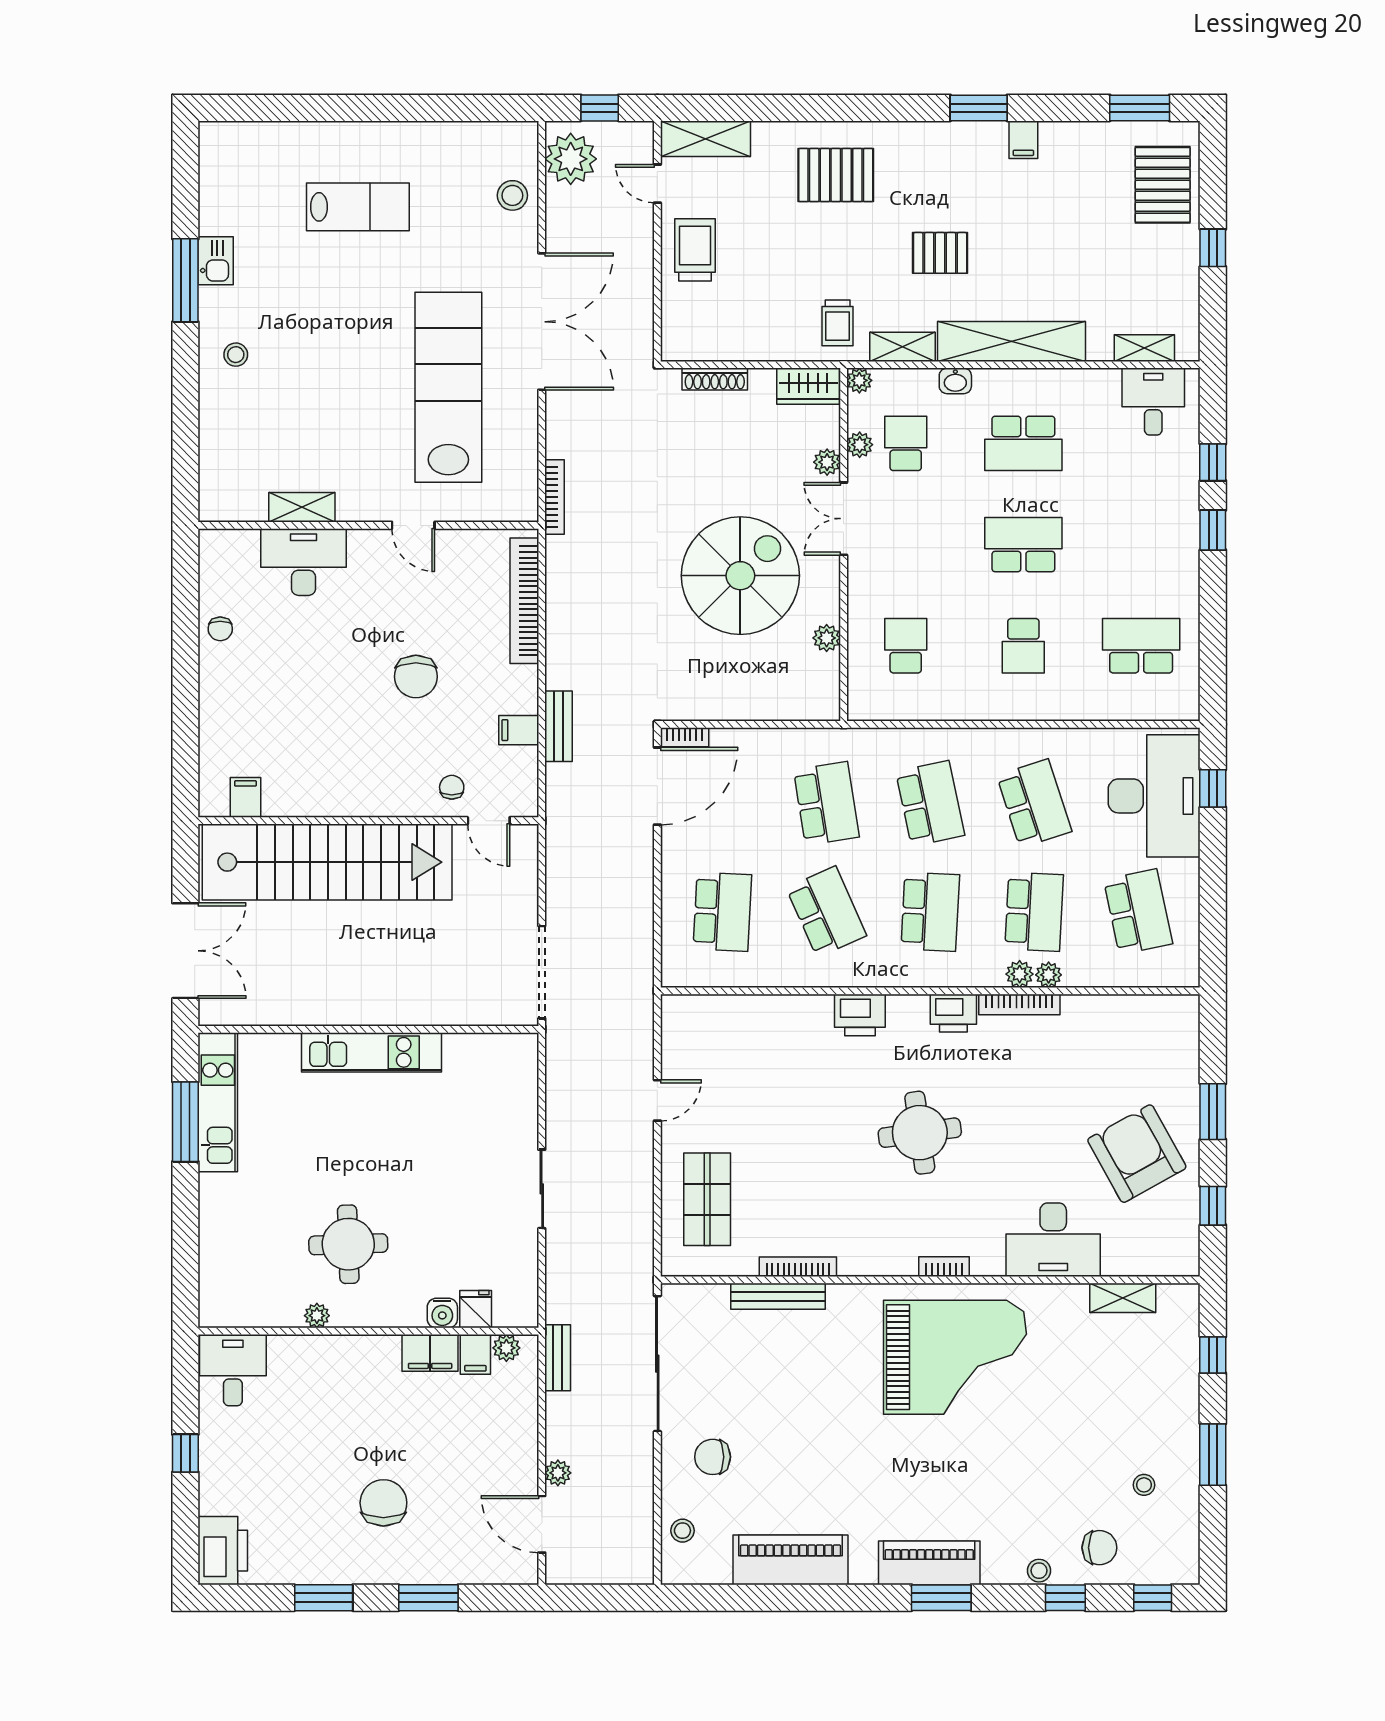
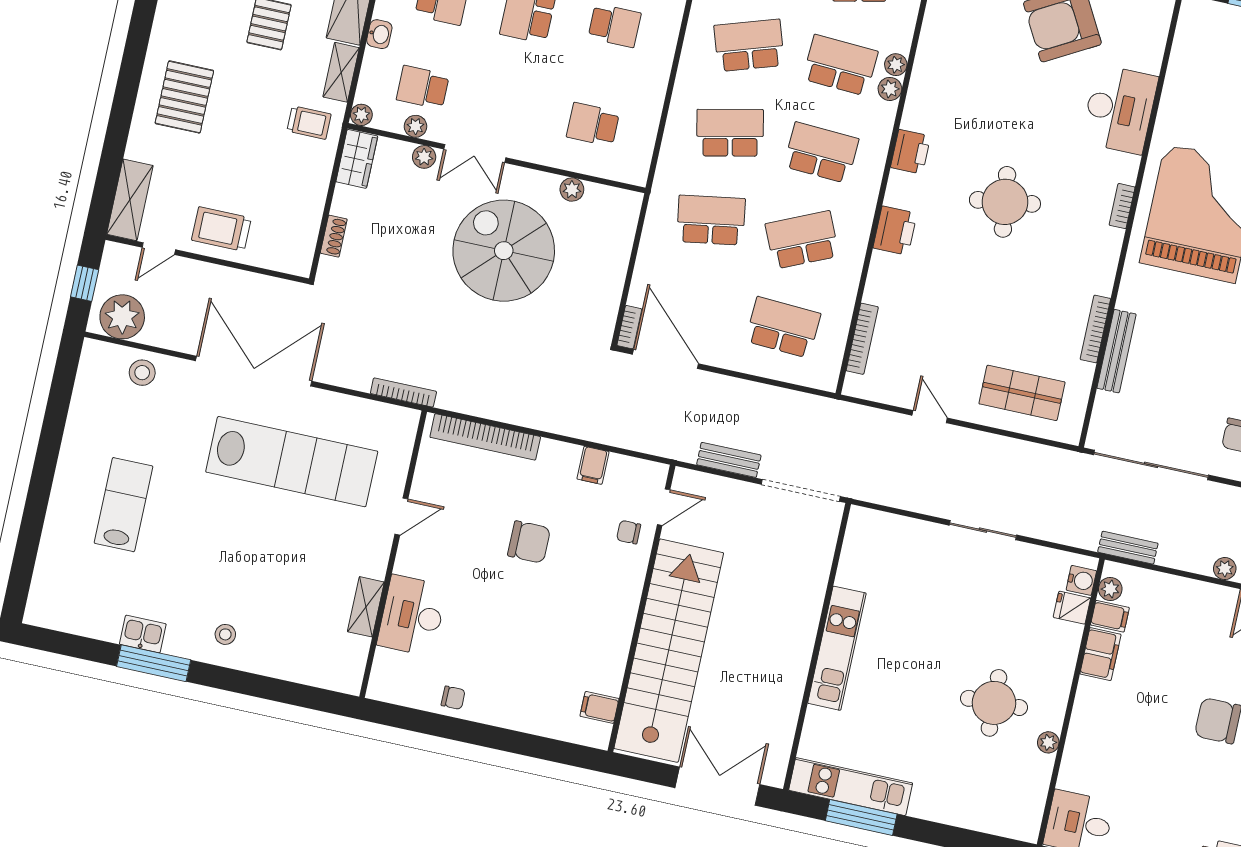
shoe rack: (715, 379) -> (334, 236), width x0.70
lab bench: (448, 387) -> (292, 462), turned 180
bench: (559, 726) -> (729, 460), moved
bookcase: (1019, 1004) -> (862, 339), moved
shelving: (1123, 1298) -> (1181, 62), removed
water cooler: (442, 1313) -> (1081, 580), moved

